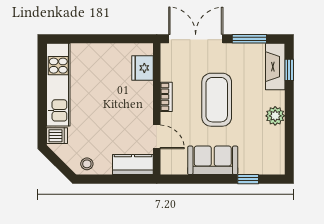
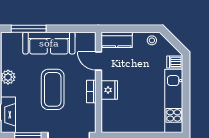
fridge: (143, 68) -> (109, 90), moved
sofa: (213, 160) -> (49, 43), width x1.36
window: (248, 179) -> (29, 29), width x2.17

